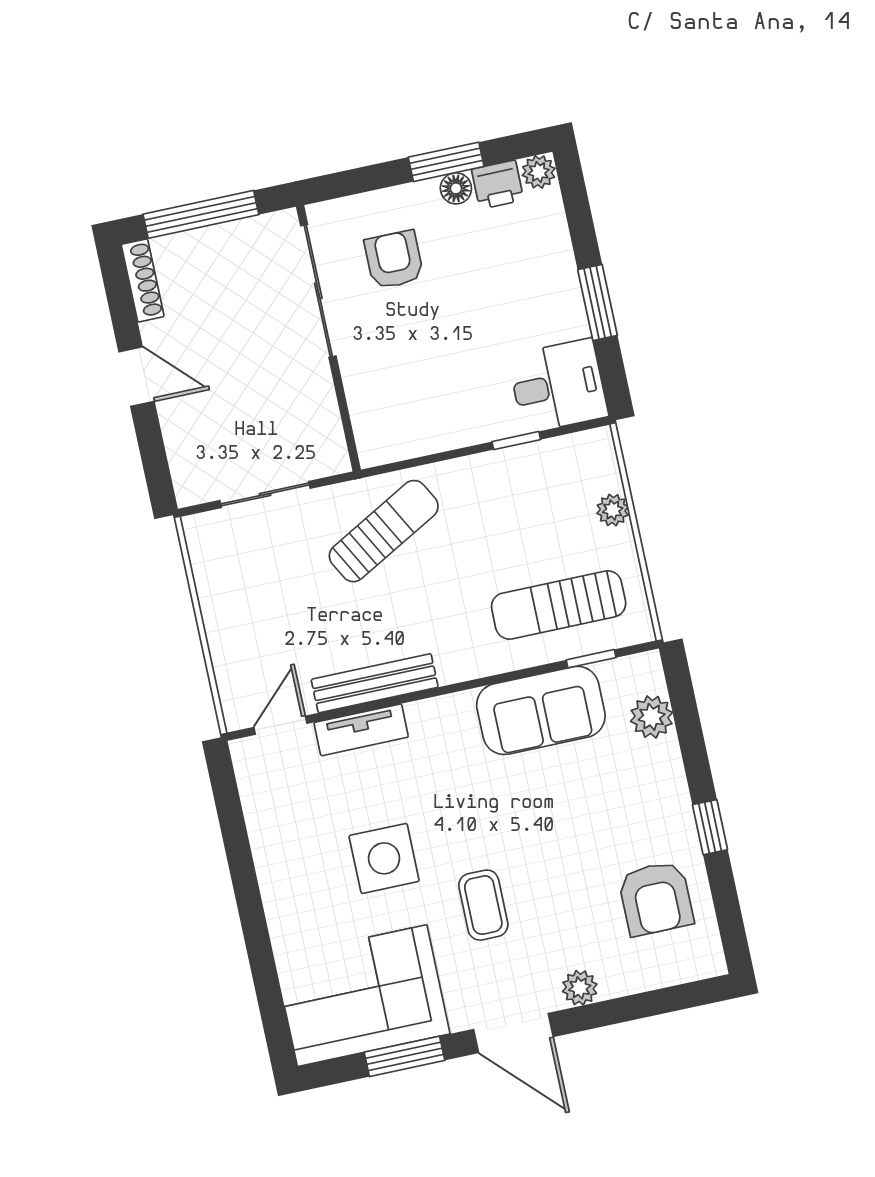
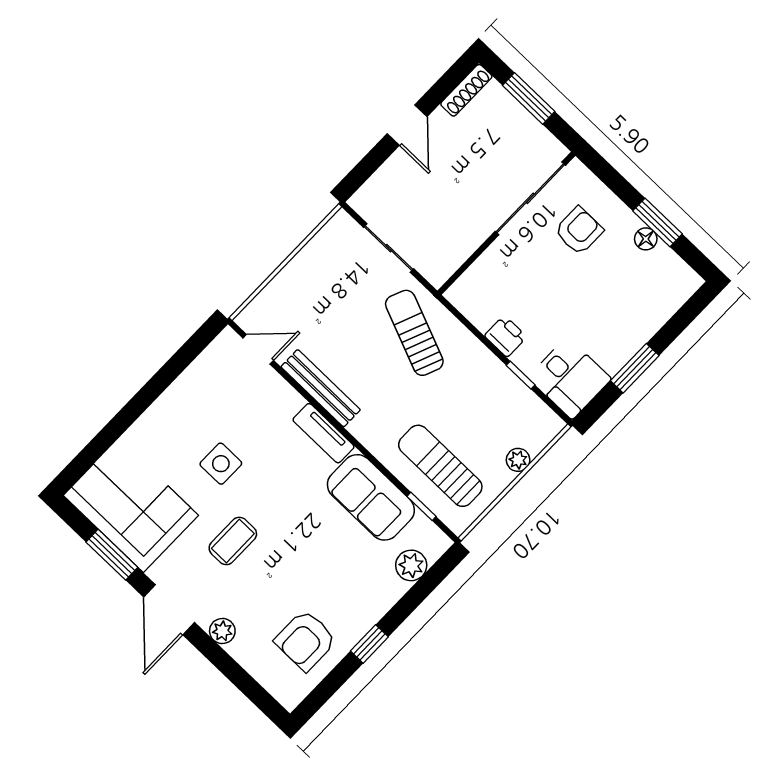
plant: (539, 172) -> (688, 281), removed
printer: (498, 185) -> (506, 336), moved, turned 180
window: (201, 214) -> (529, 98), width x0.69
sun lounger: (384, 531) -> (414, 333), turned -129
tv unit: (361, 730) -> (323, 433), moved
side table: (384, 858) -> (221, 464), width x0.73, depth x0.73

